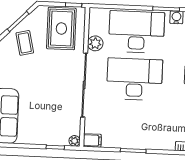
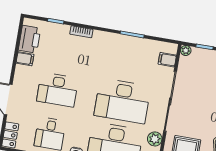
filing cabinet: (92, 140) -> (167, 60), moved

